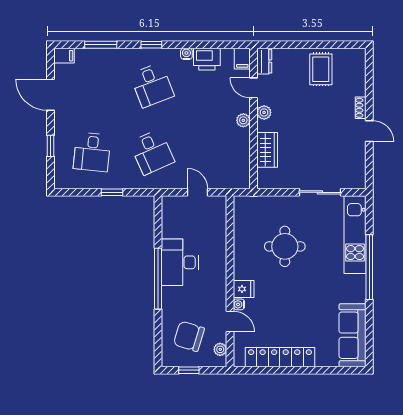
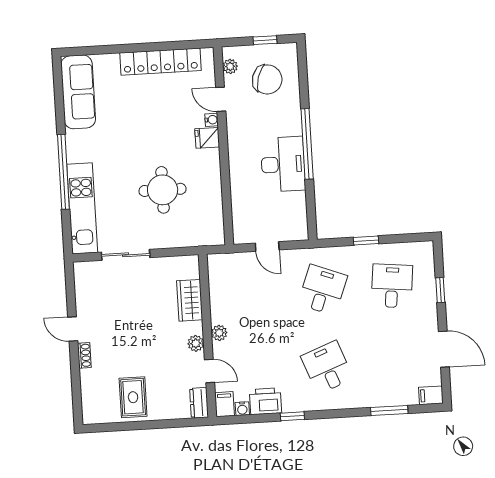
window: (151, 45) -> (292, 416), moved
water cooler: (186, 54) -> (242, 409), moved
desk: (152, 152) -> (323, 290), turned 45

